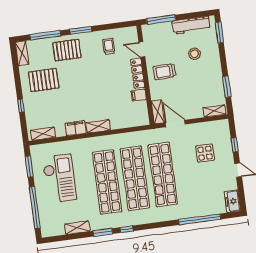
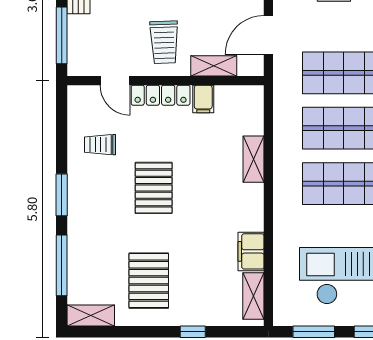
door: (142, 49) -> (115, 81), hinge flipped
pallet: (67, 50) -> (154, 188), moved
shelving: (158, 112) -> (214, 66), moved
shelving: (98, 126) -> (253, 159), moved
filing cabinet: (76, 128) -> (251, 251), moved

